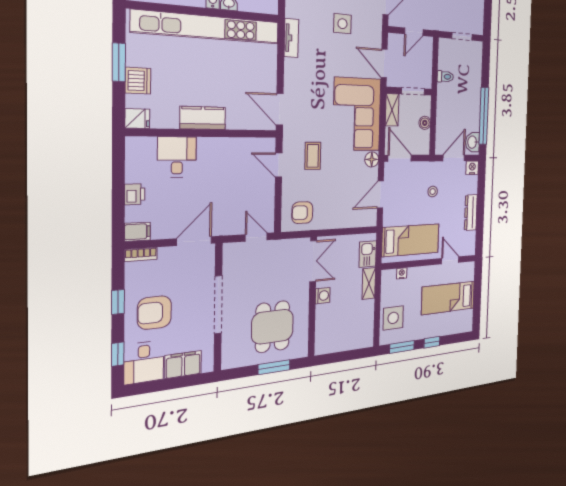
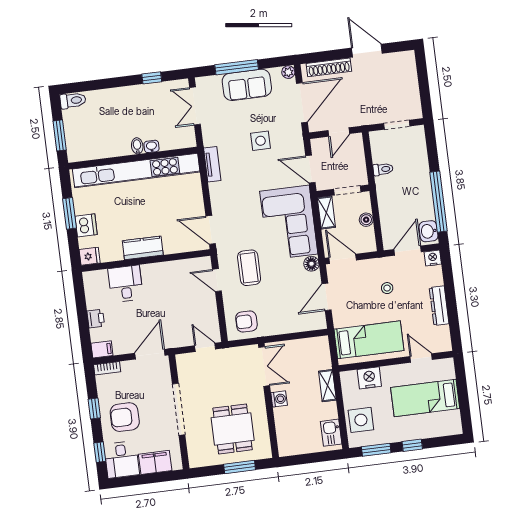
coffee table: (313, 156) -> (249, 268), width x1.36, depth x1.30
kitchen sink: (368, 254) -> (331, 433), moved
nightstand: (402, 273) -> (369, 378), width x1.89, depth x1.79

